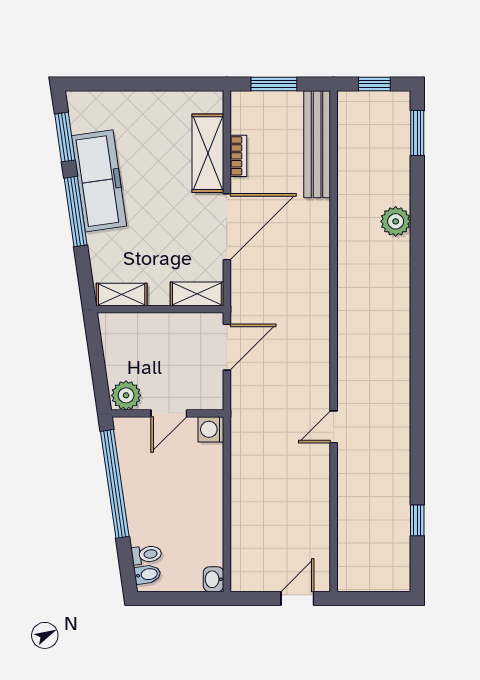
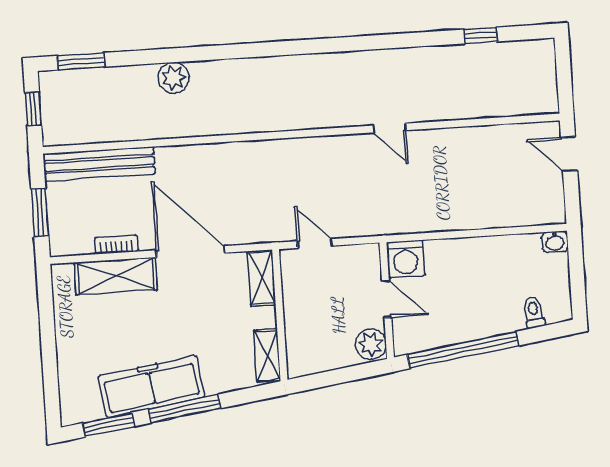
door: (227, 347) -> (315, 244), width x0.73
washing machine: (211, 429) -> (406, 259), width x1.38, depth x1.38
bidet: (147, 574) -> (554, 310), removed

